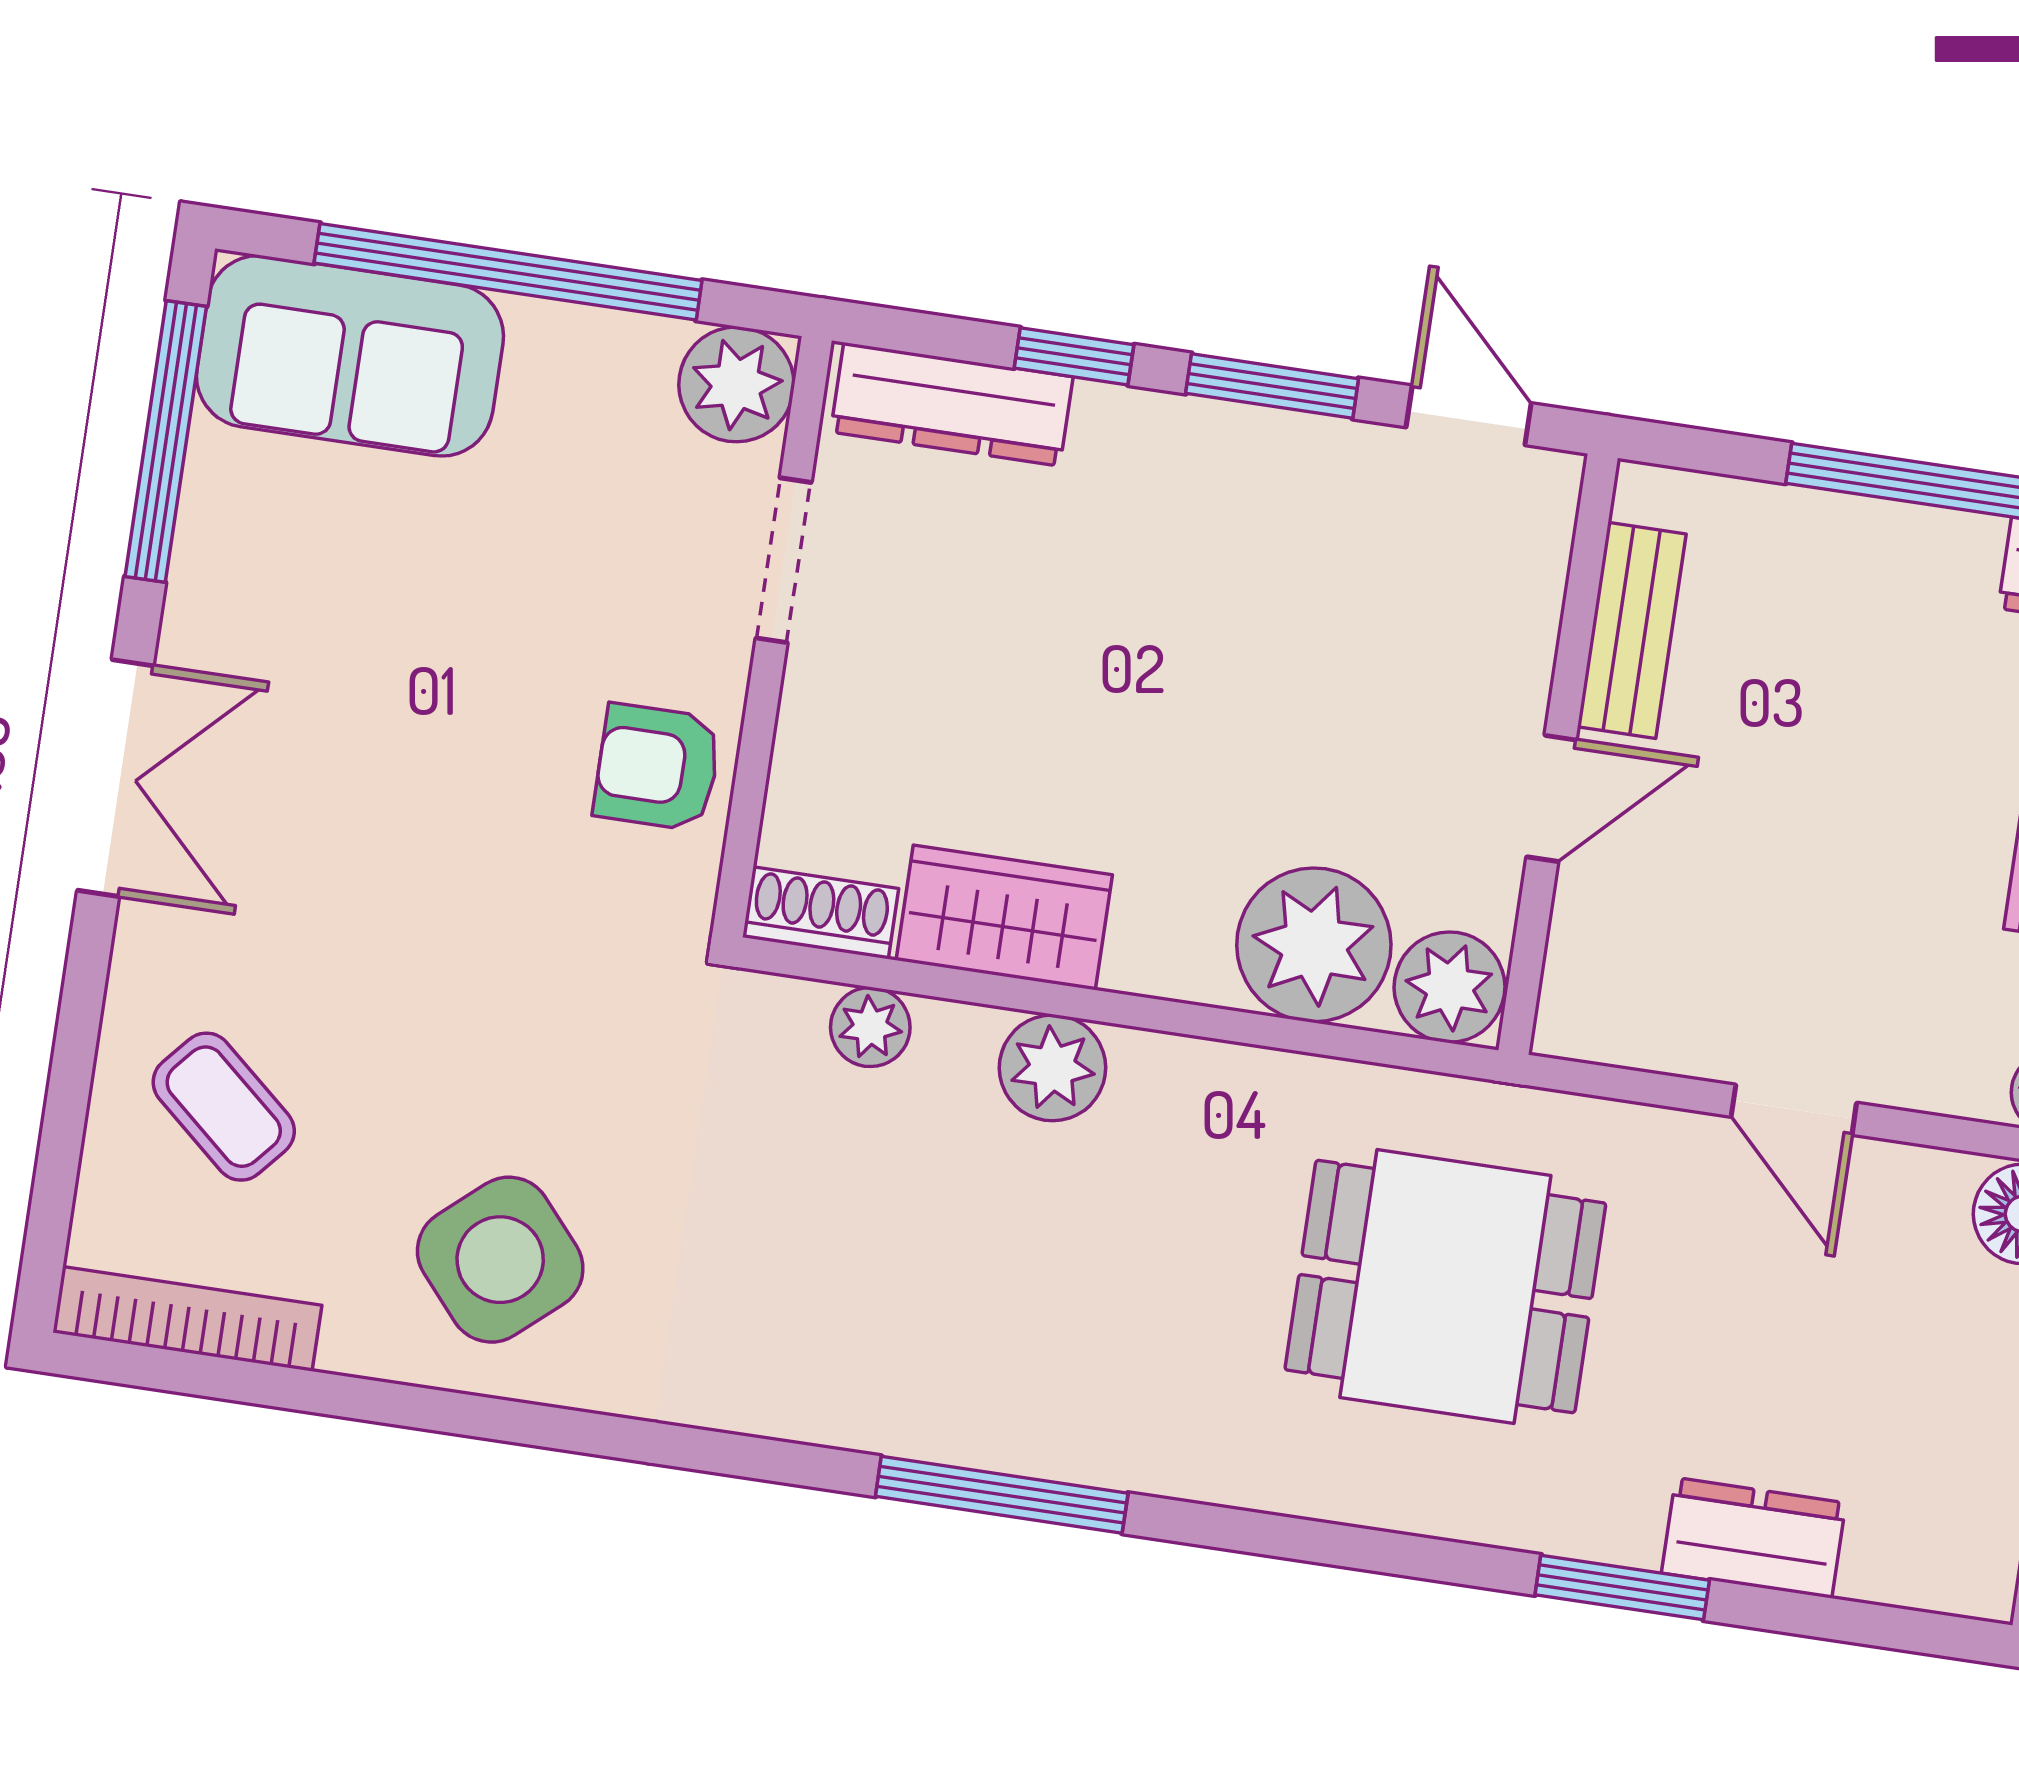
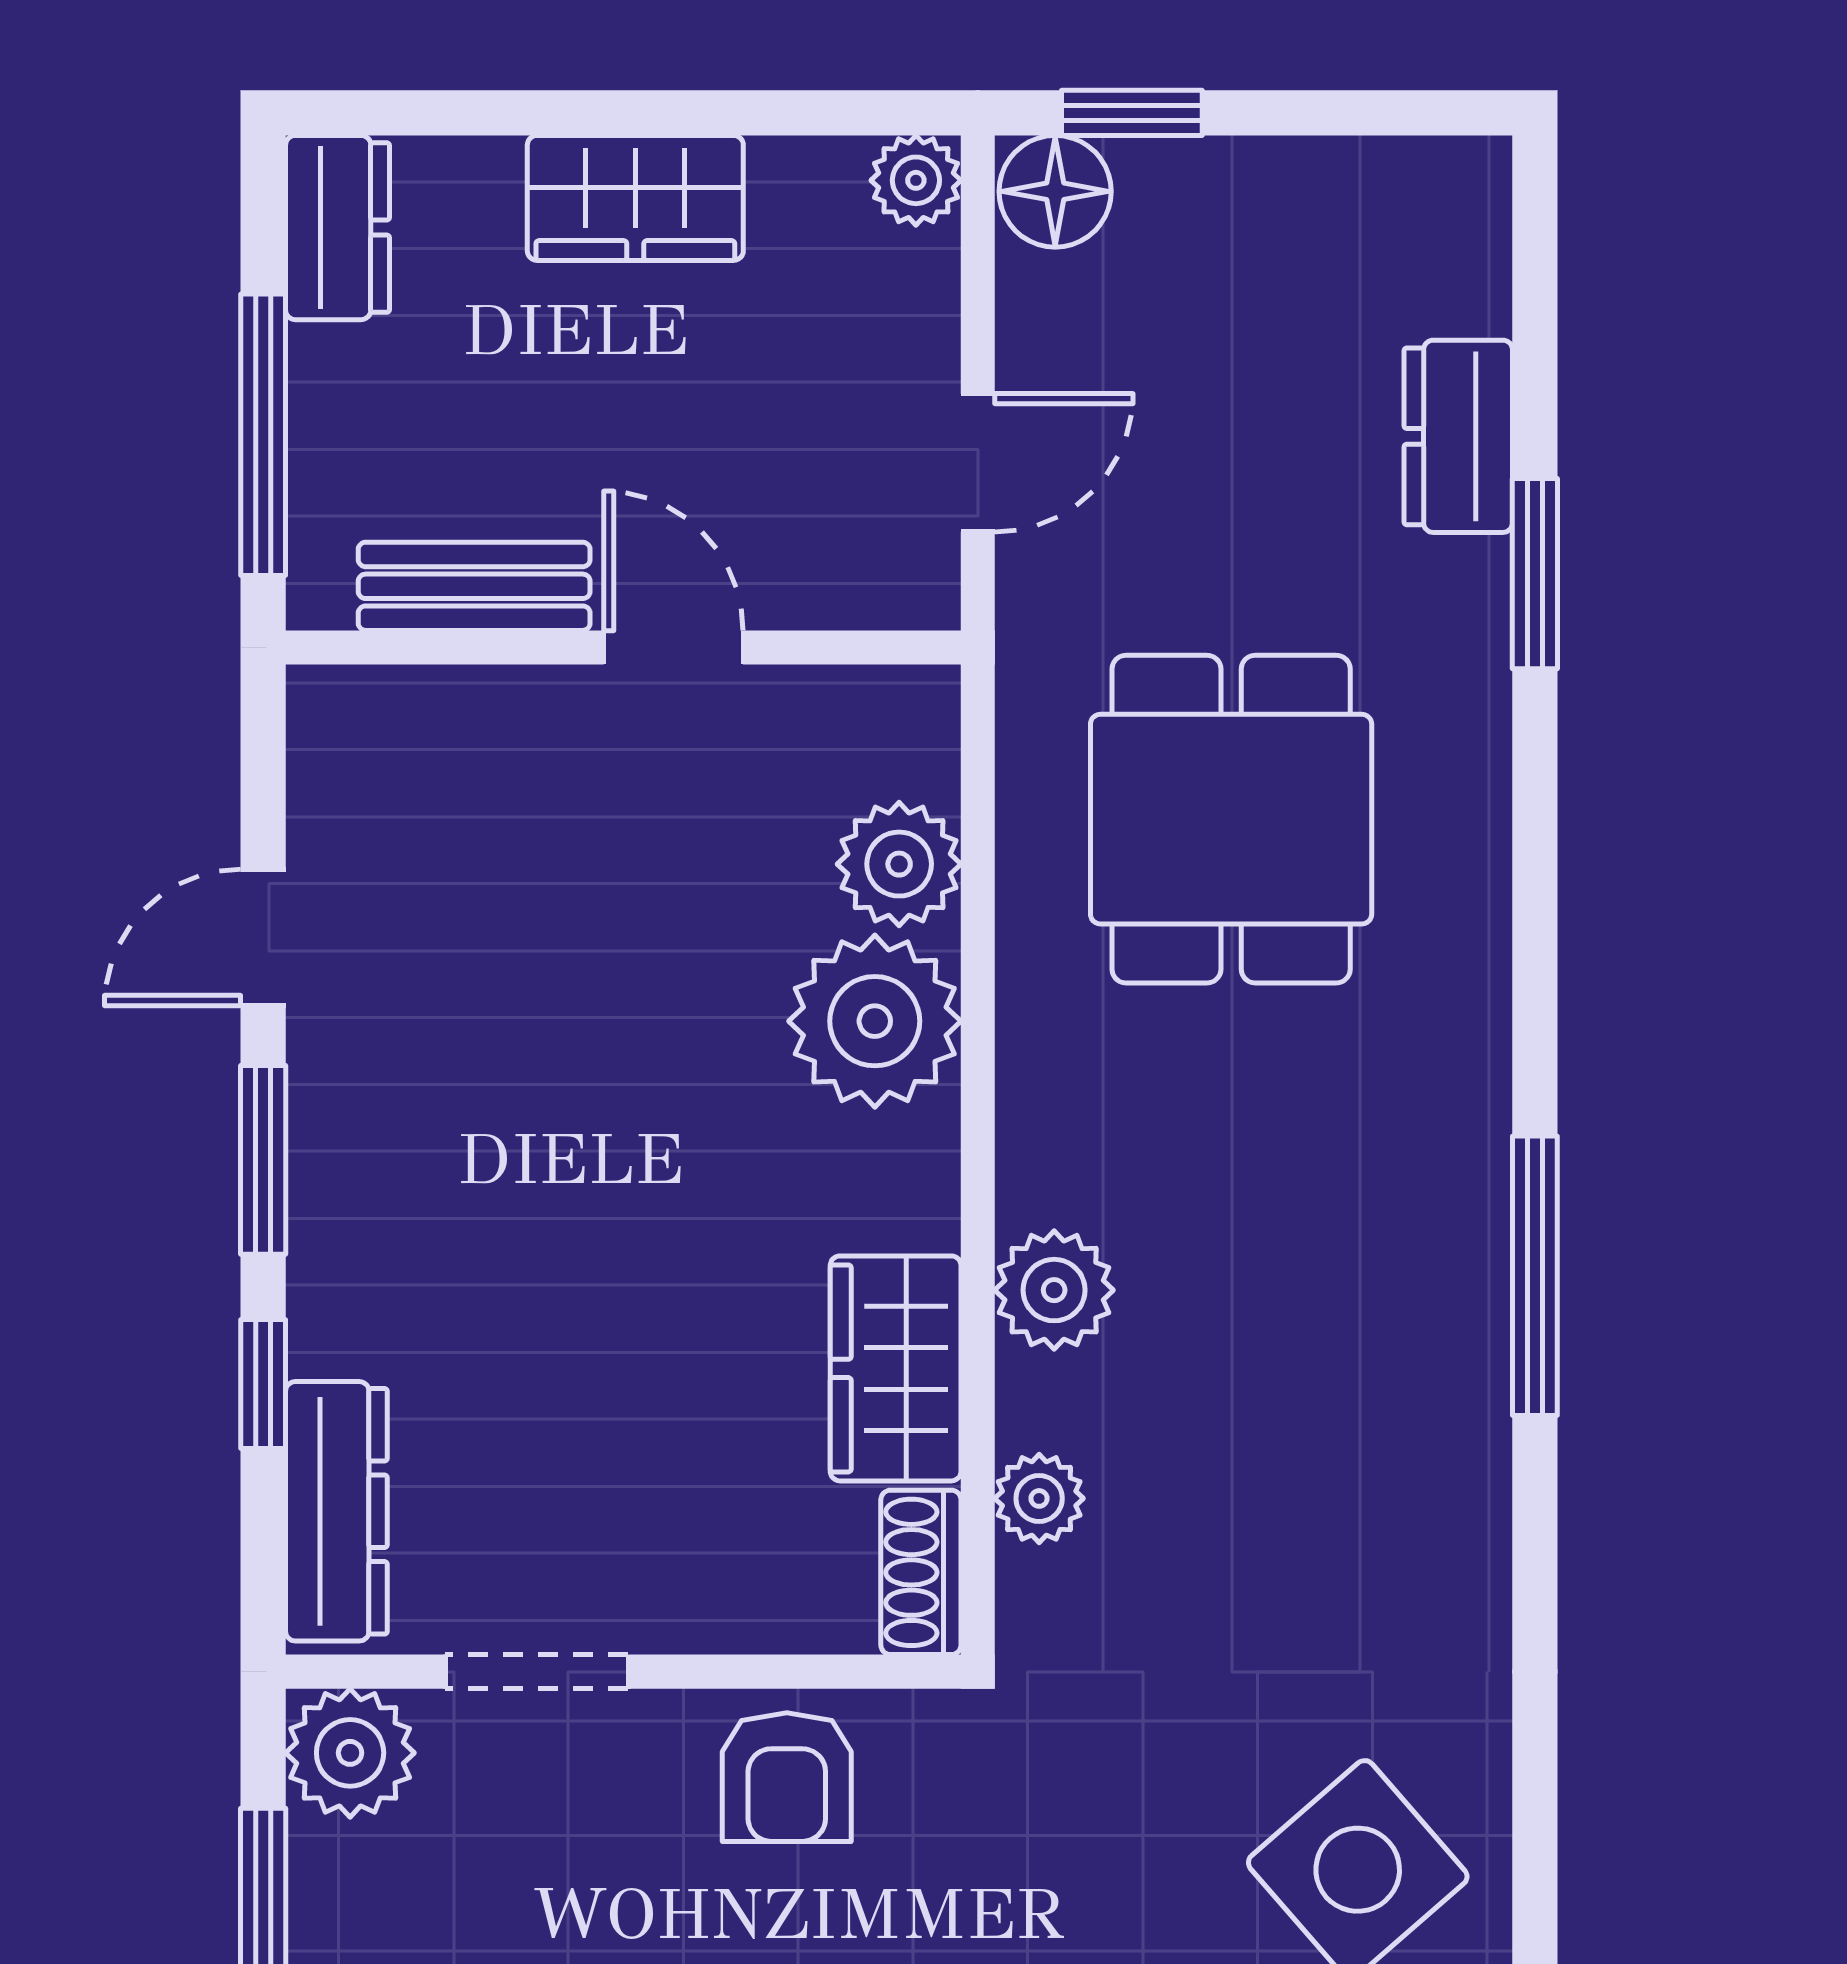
bench: (1632, 630) -> (474, 586), moved
wall: (1558, 754) -> (623, 647), moved
door: (1551, 798) -> (673, 647), moved

